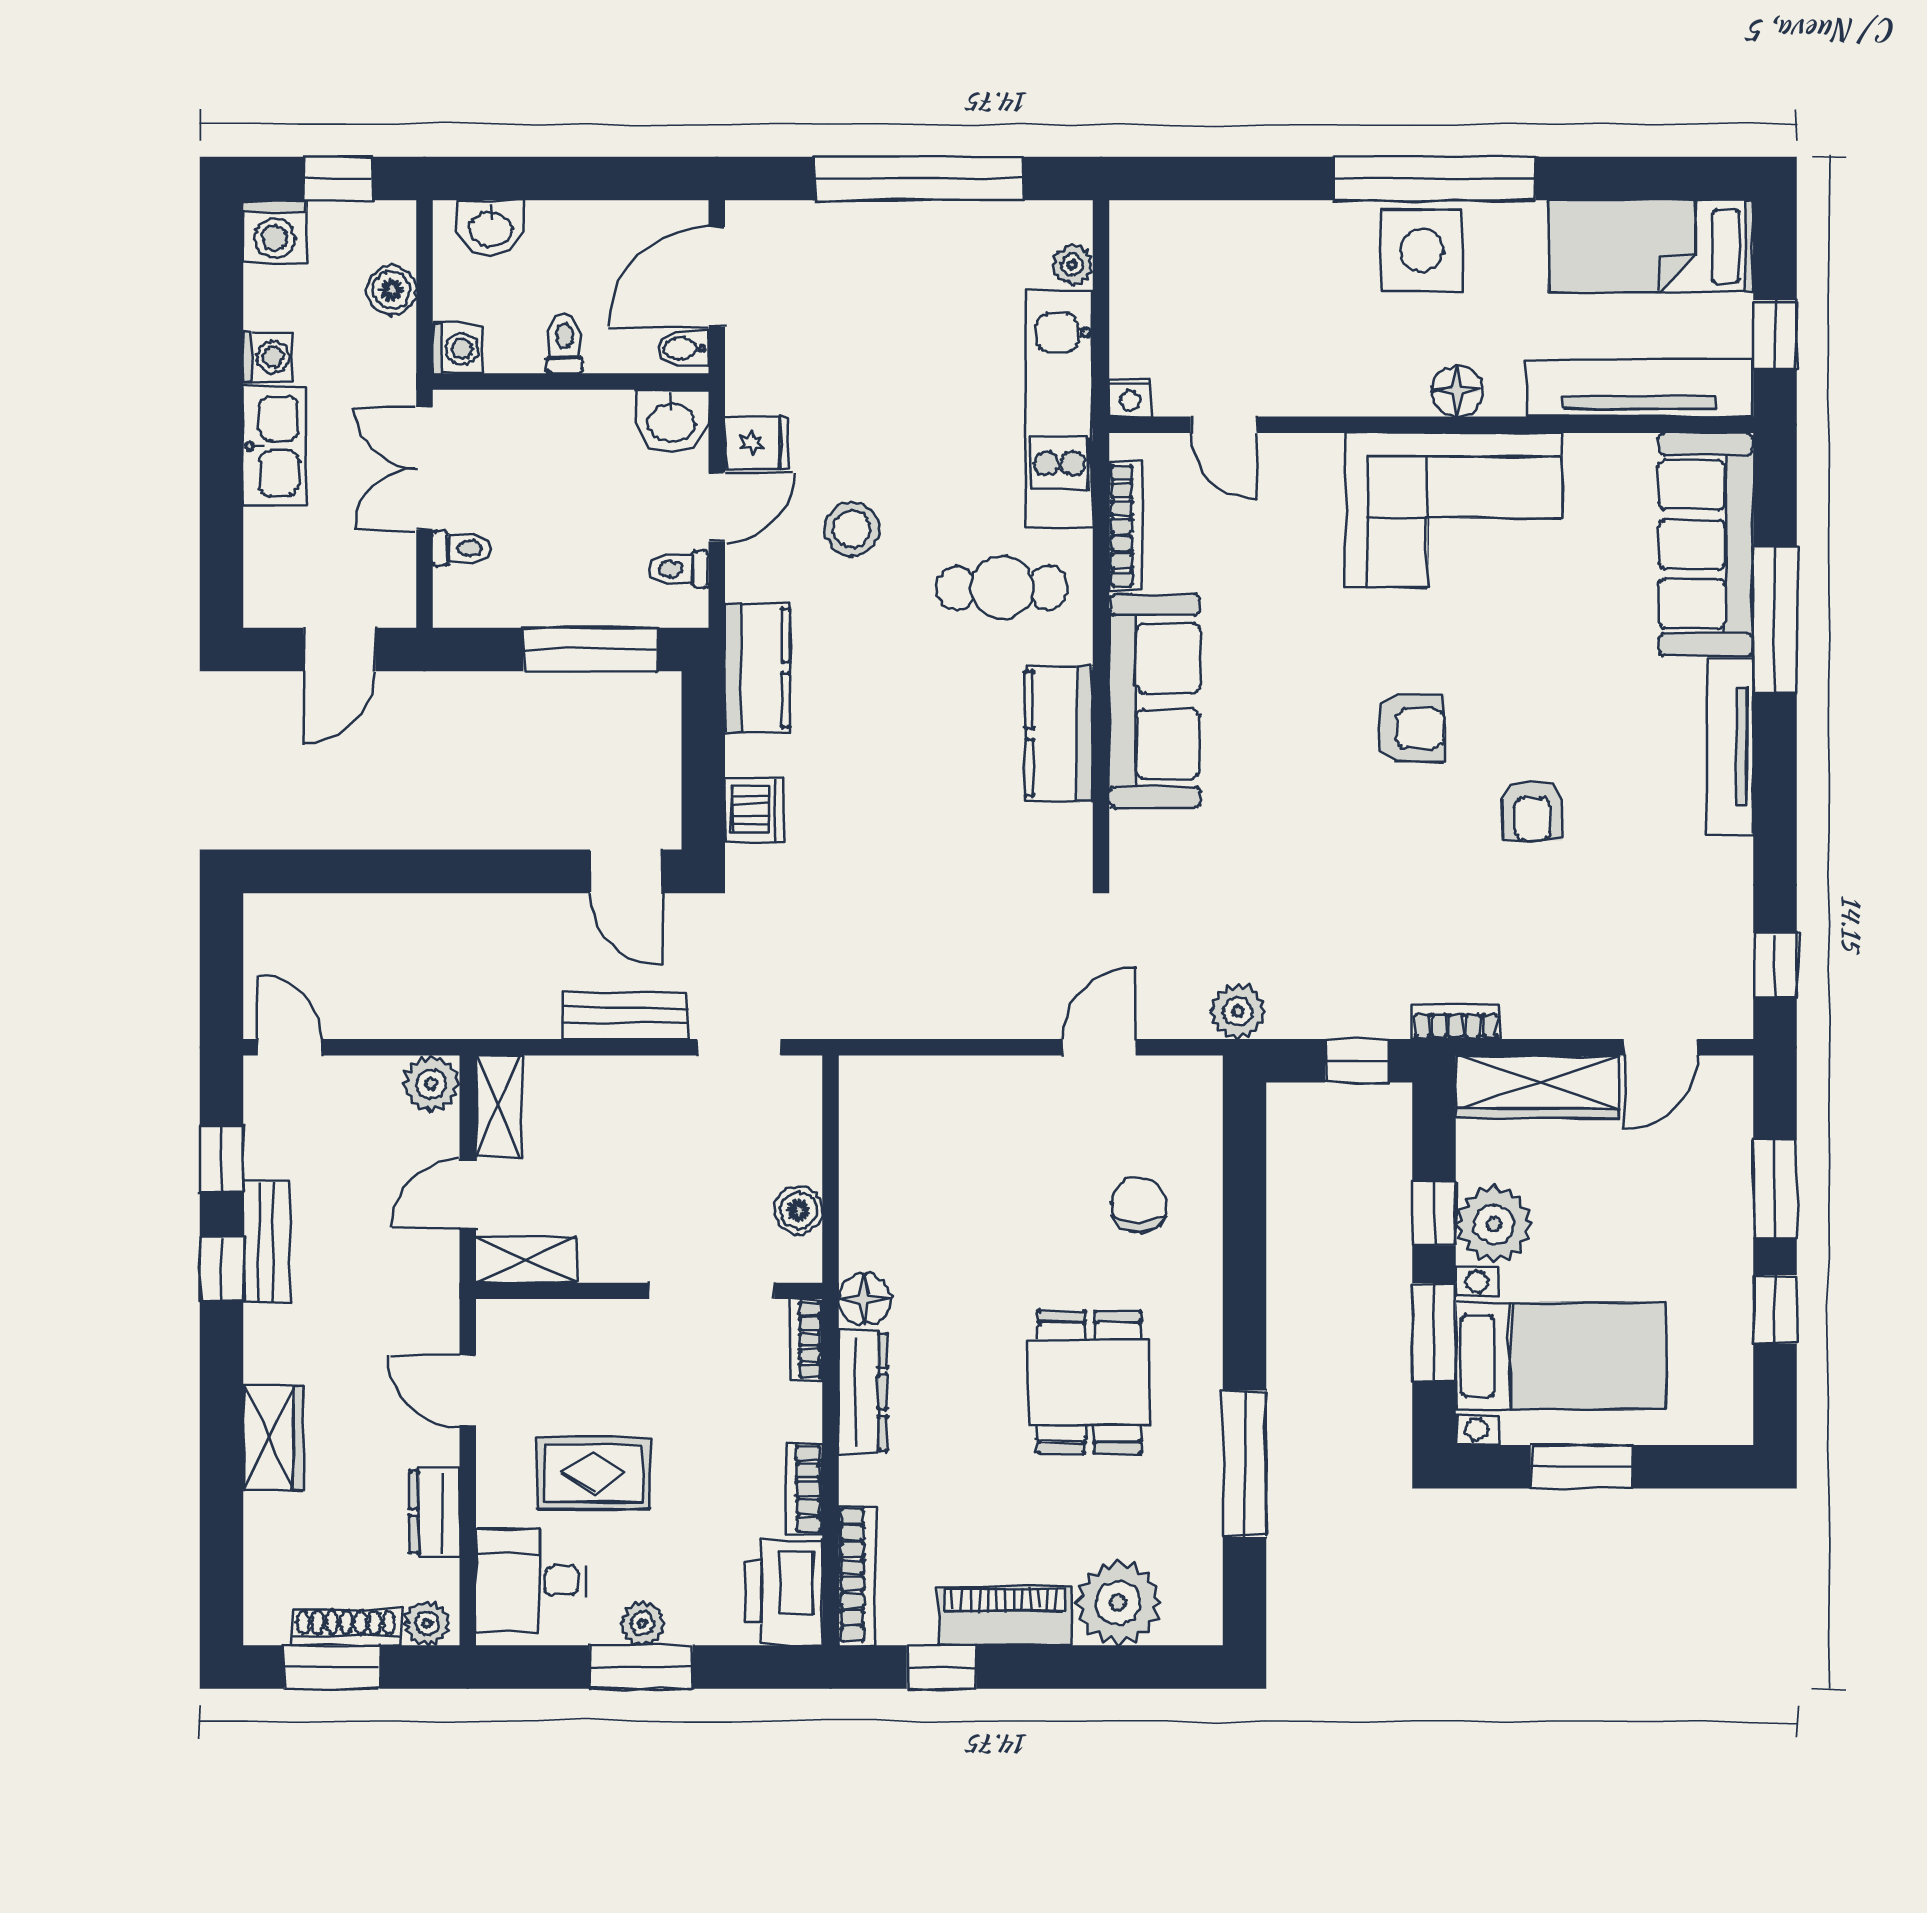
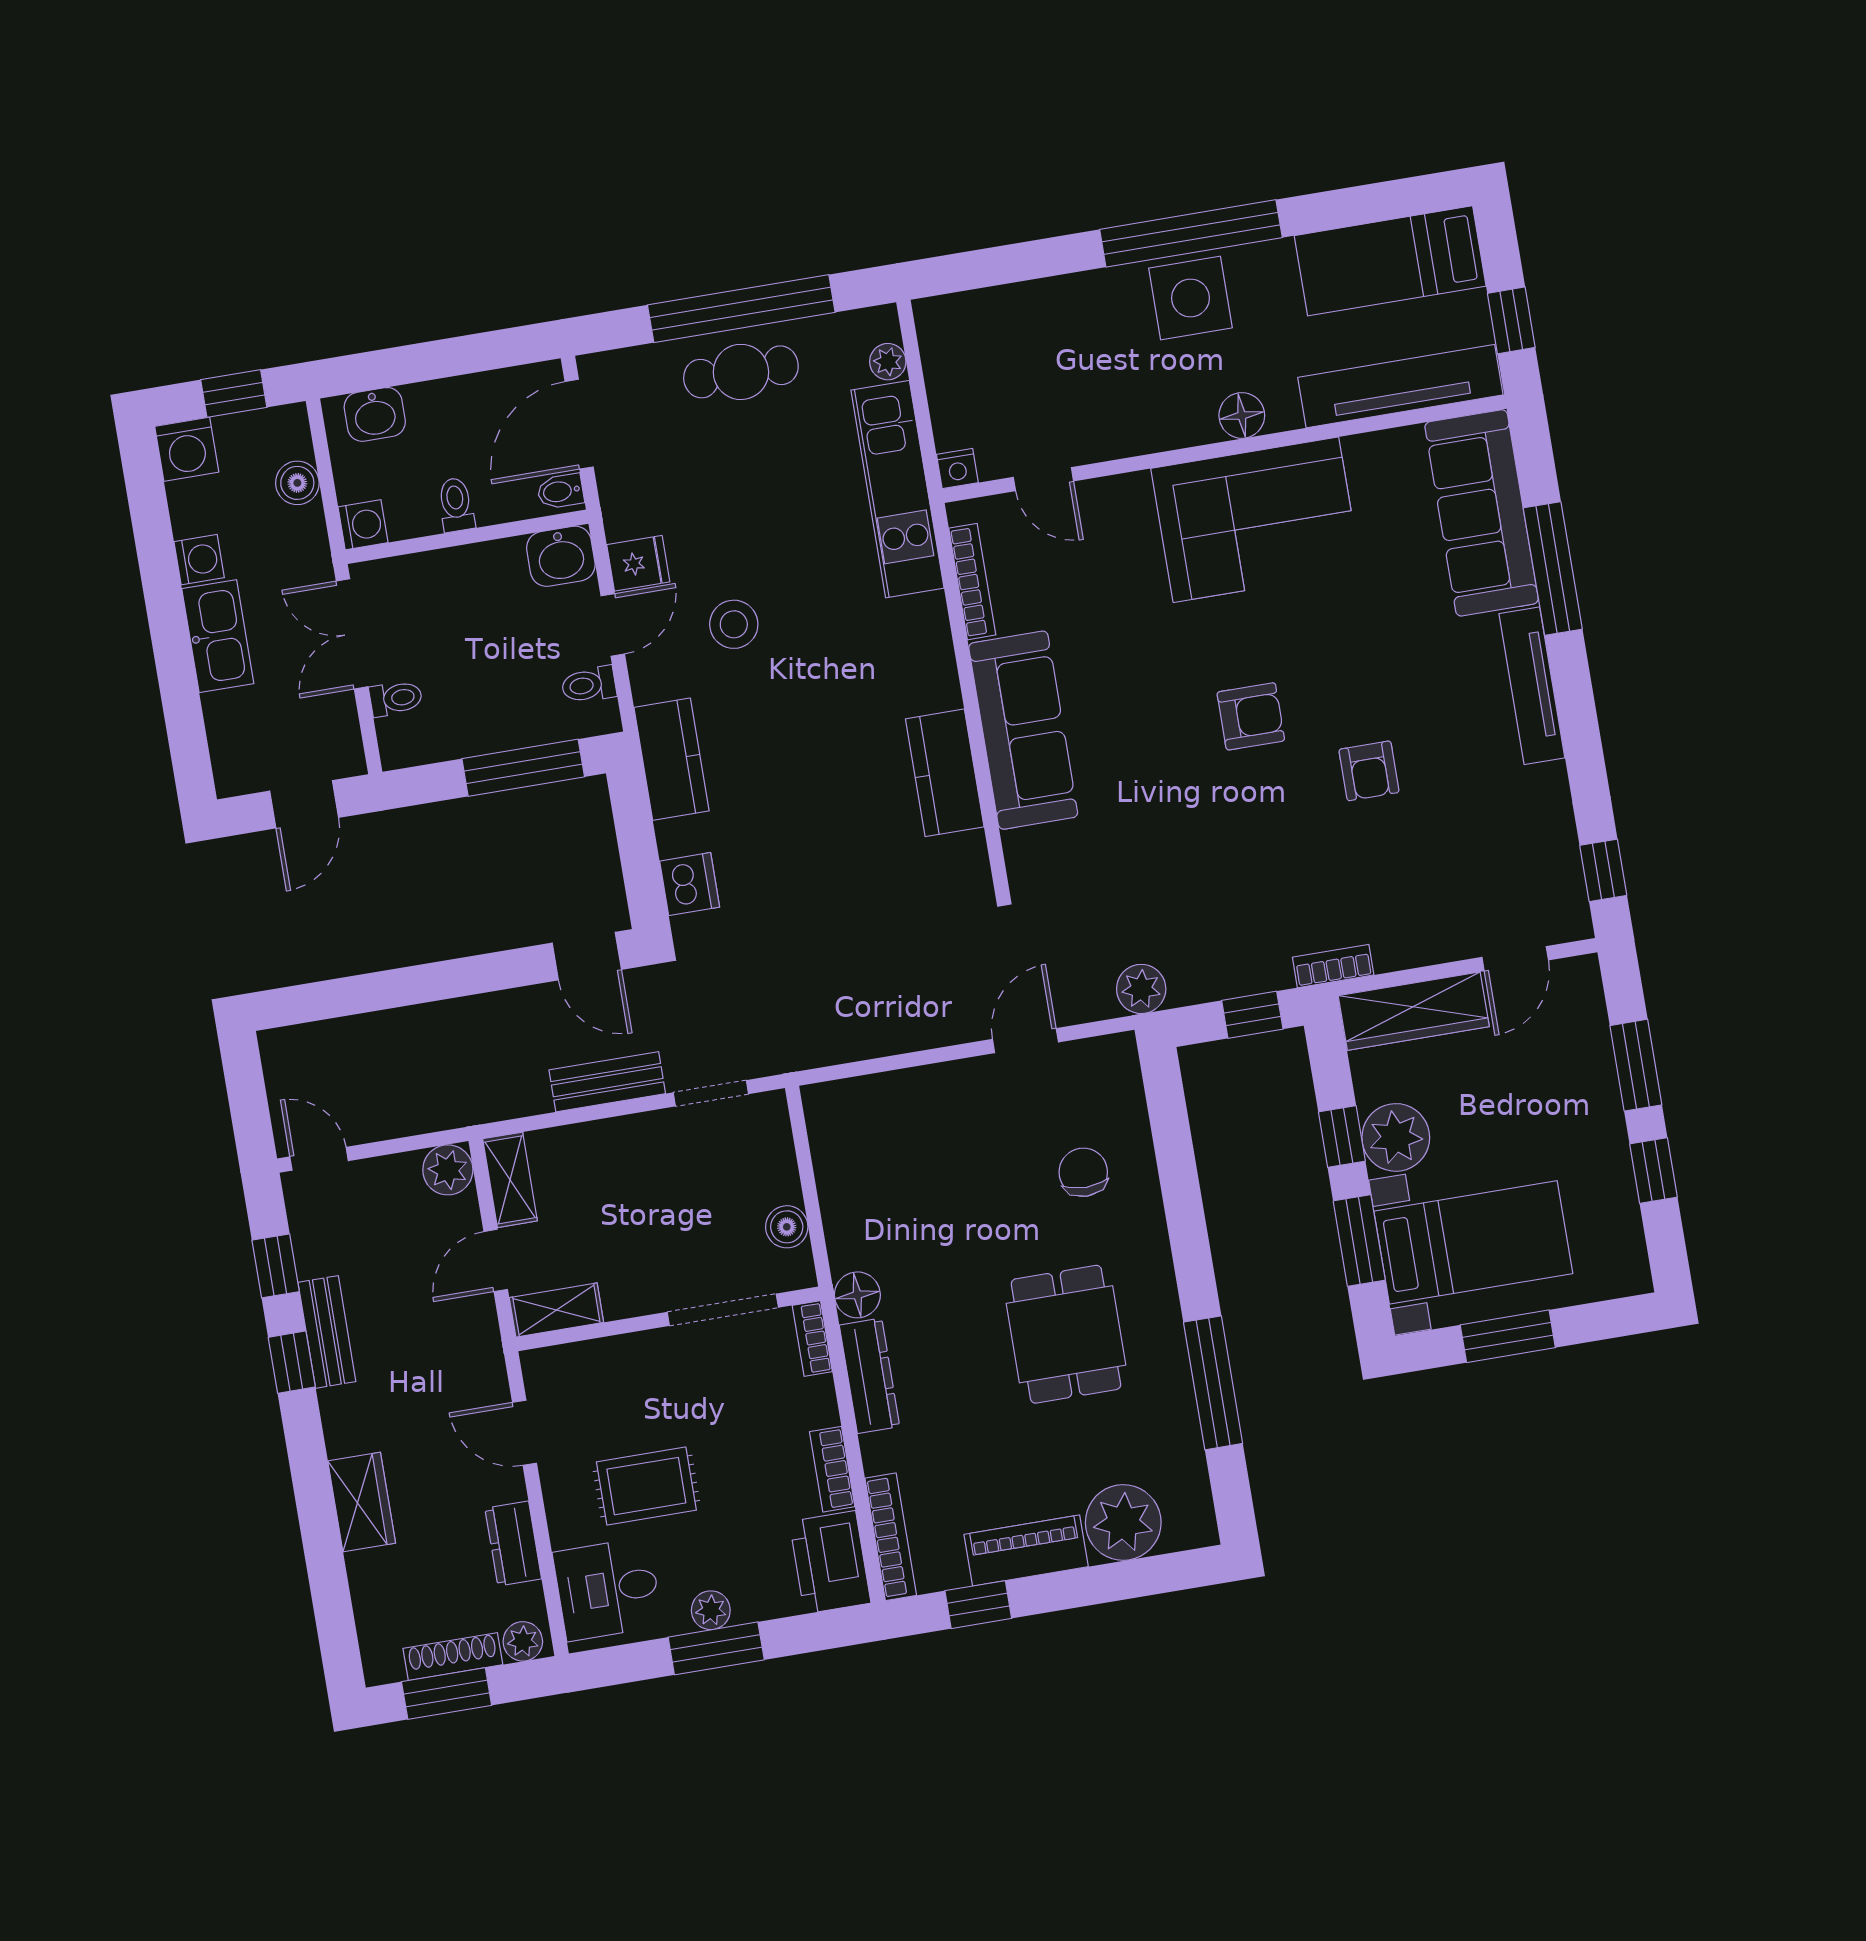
cafe table: (1002, 588) -> (741, 372), moved

